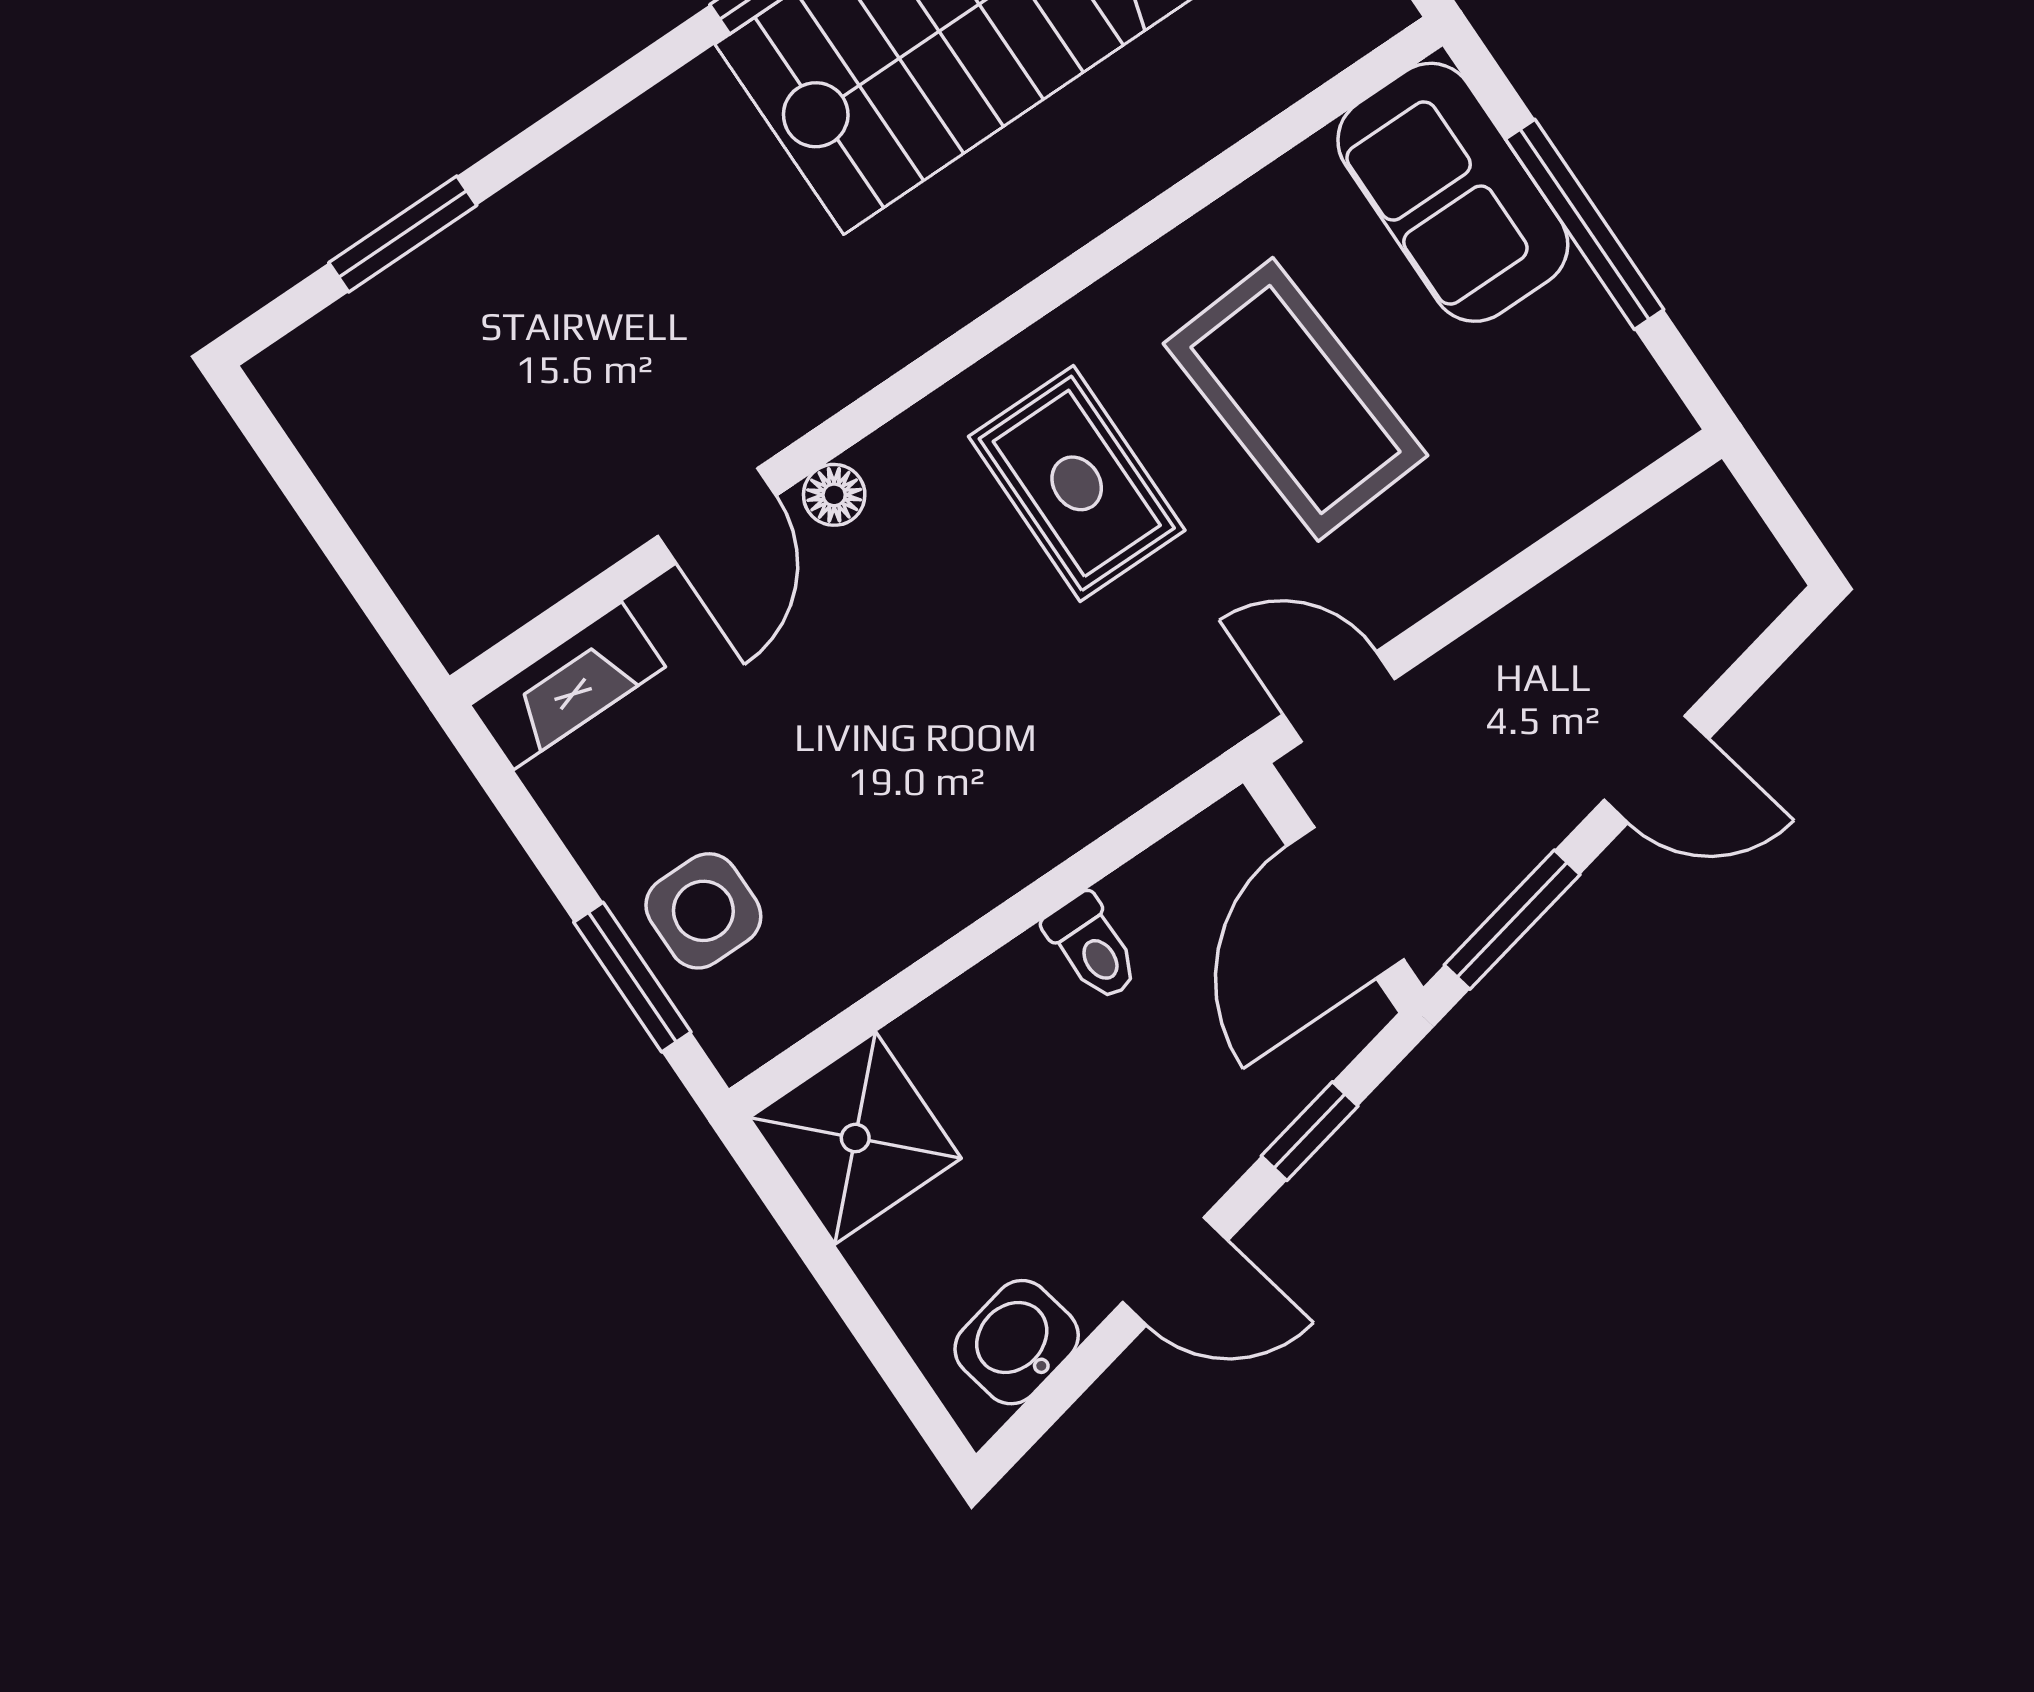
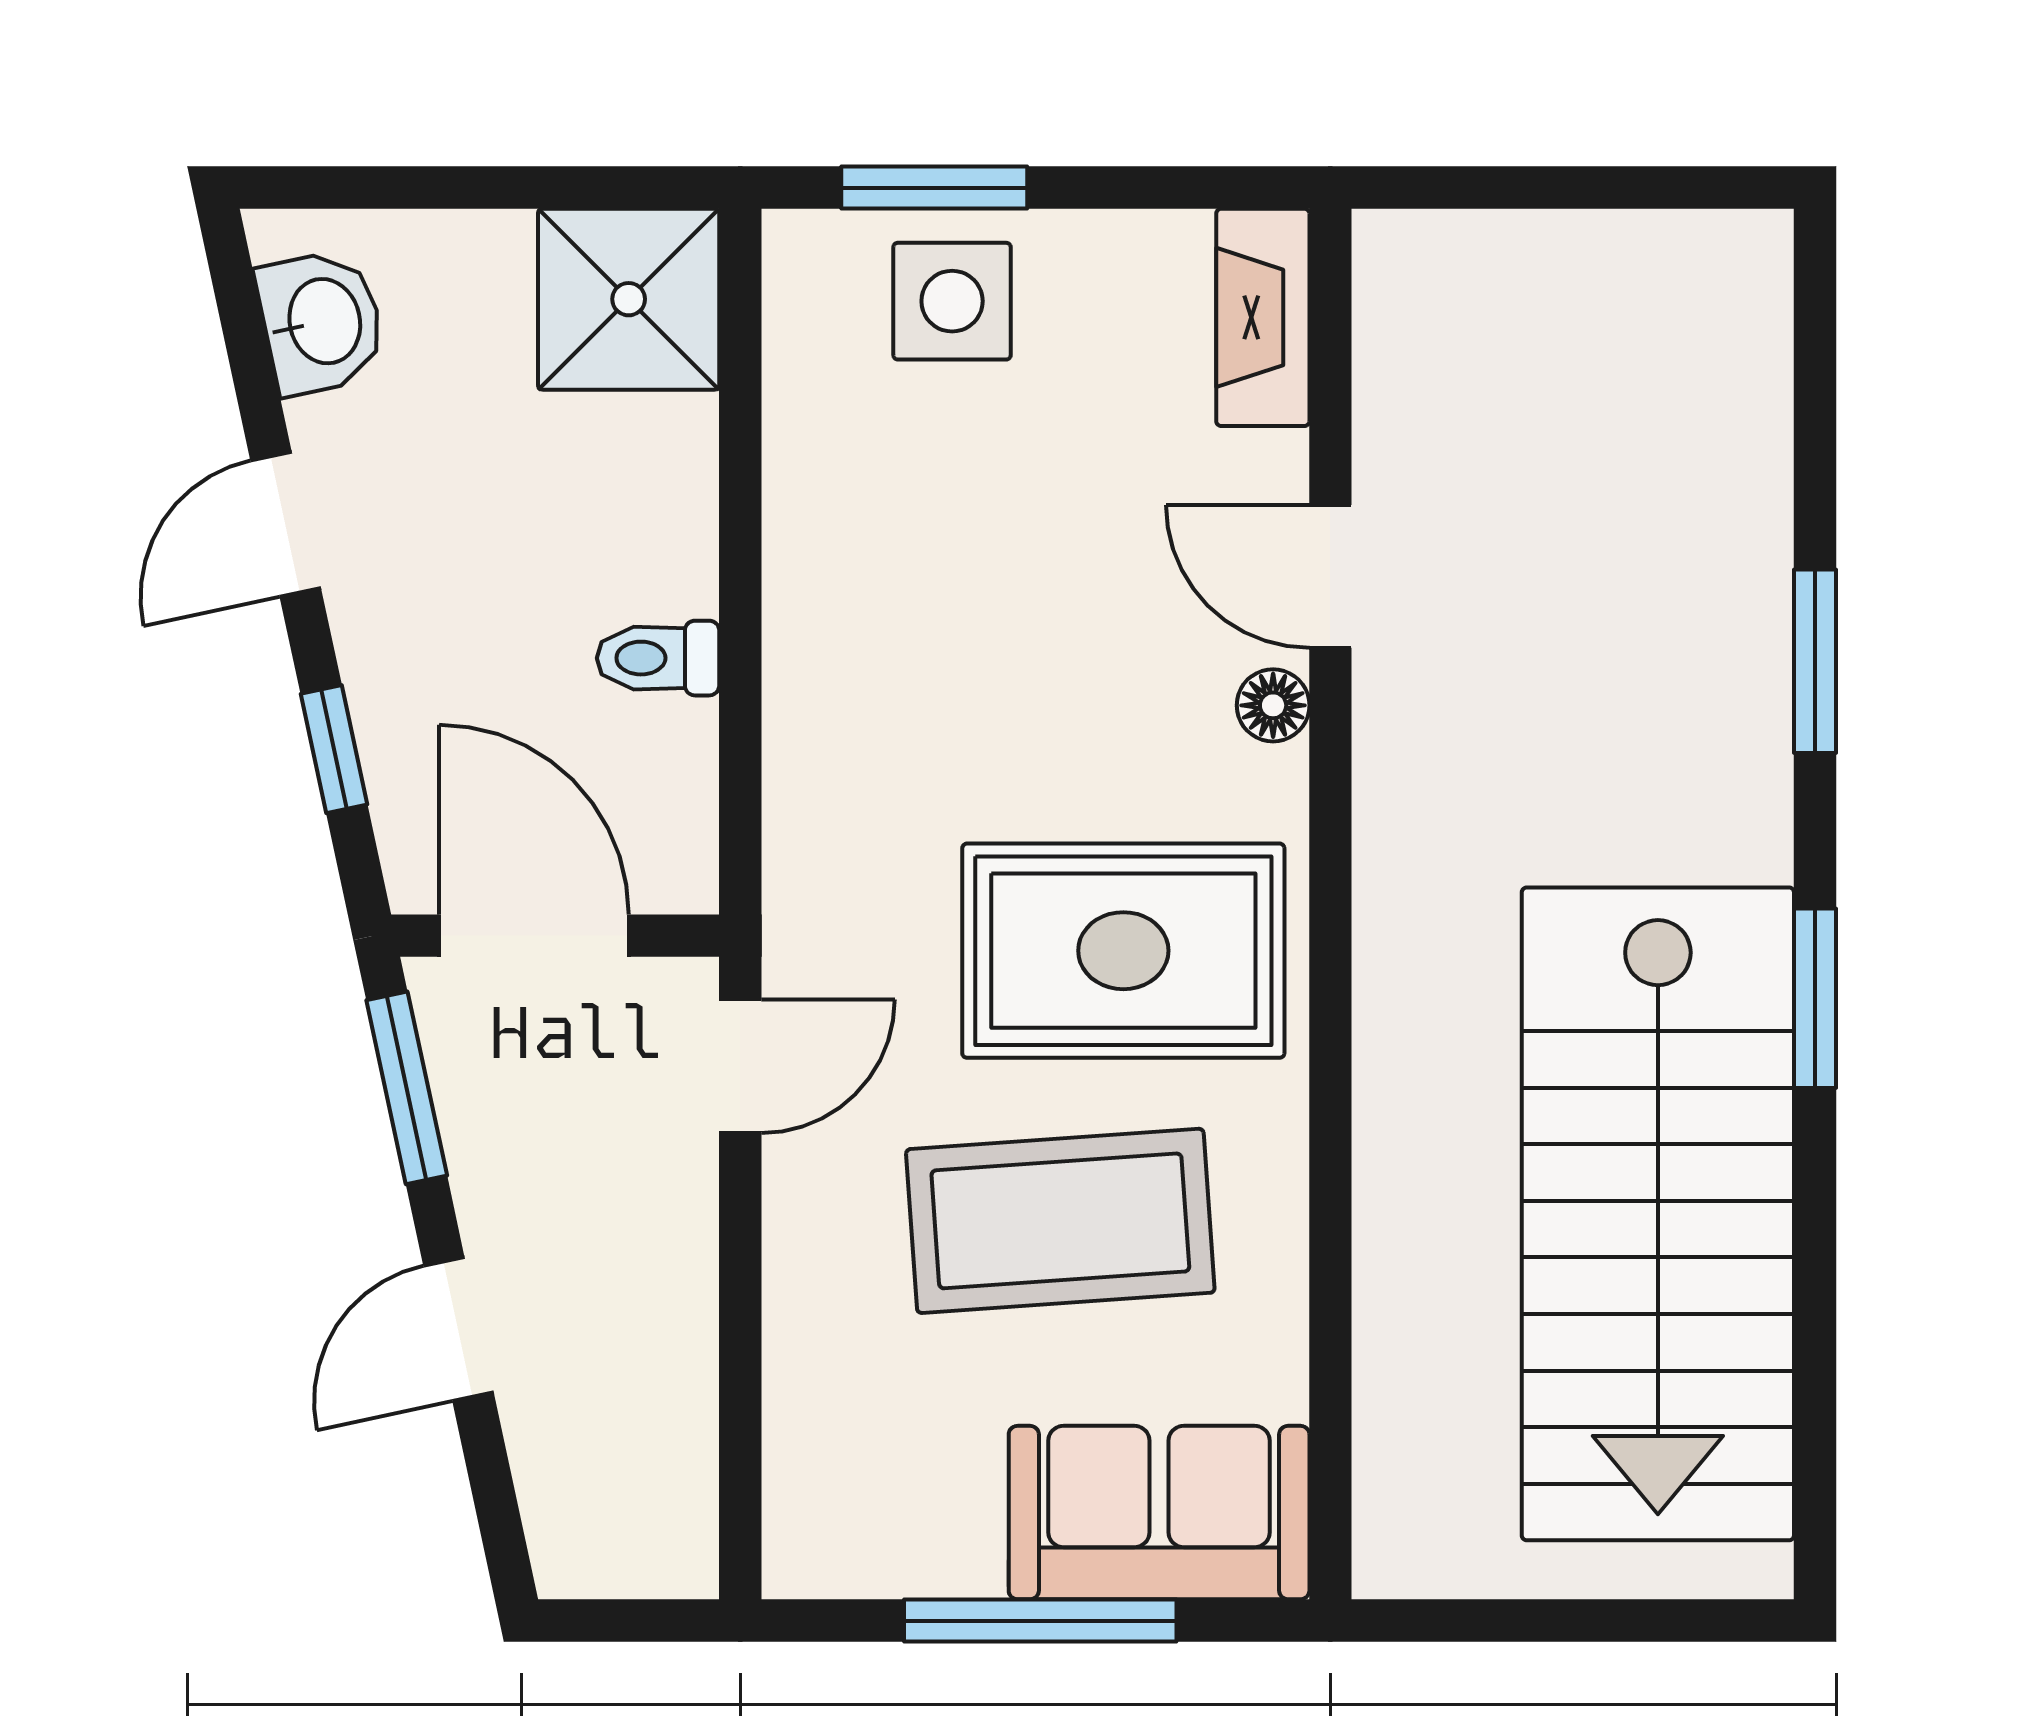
window: (403, 234) -> (1815, 661), moved
rug: (1077, 483) -> (1123, 951), width x1.36, depth x1.43

